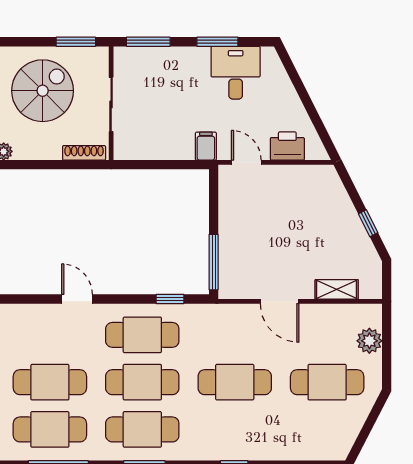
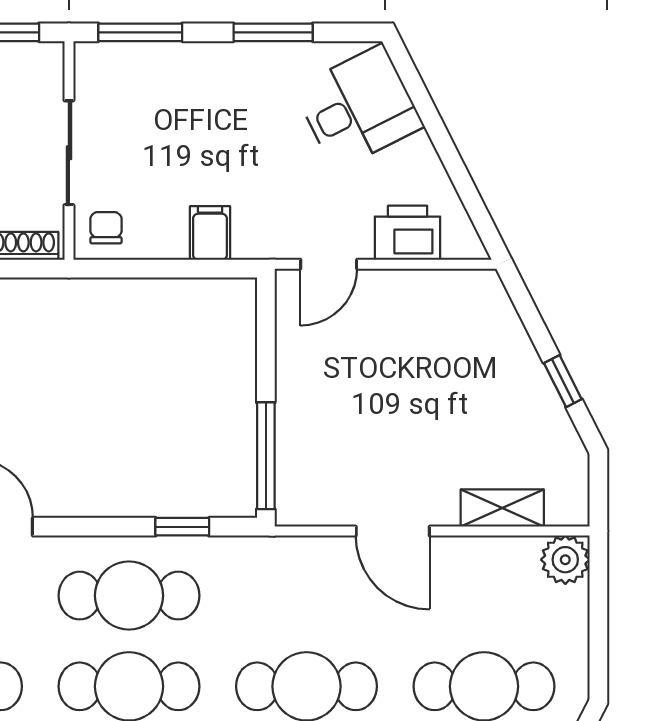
desk: (236, 73) -> (359, 107), moved, turned 63
chair: (130, 143) -> (106, 228), added
filing cabinet: (206, 146) -> (210, 233), moved
door: (246, 162) -> (329, 264), swing flipped
plant: (369, 341) -> (565, 560), moved

